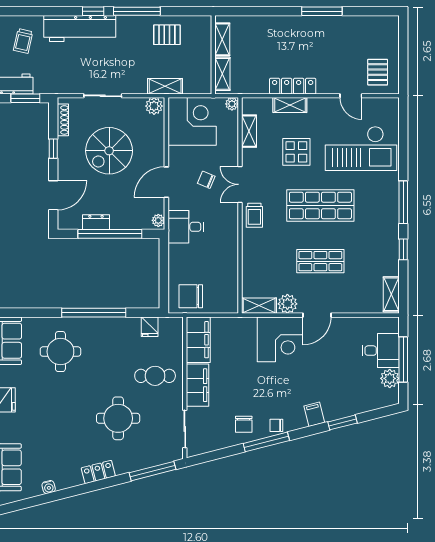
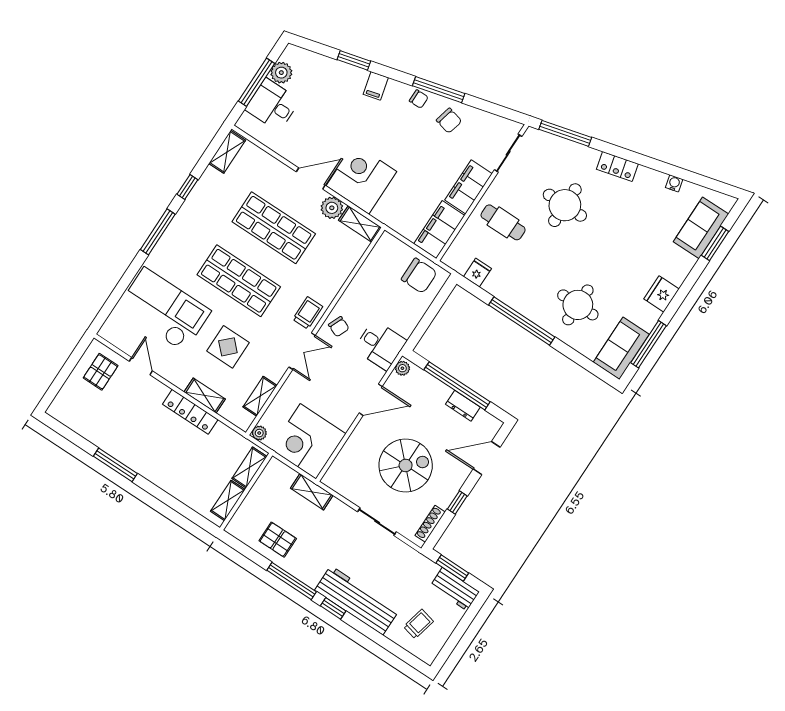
plant: (154, 106) -> (335, 480), removed
chair: (206, 180) -> (339, 327), moved
shop shelf: (320, 261) -> (274, 228), width x1.43, depth x1.36
chair: (244, 424) -> (449, 121), turned 104

